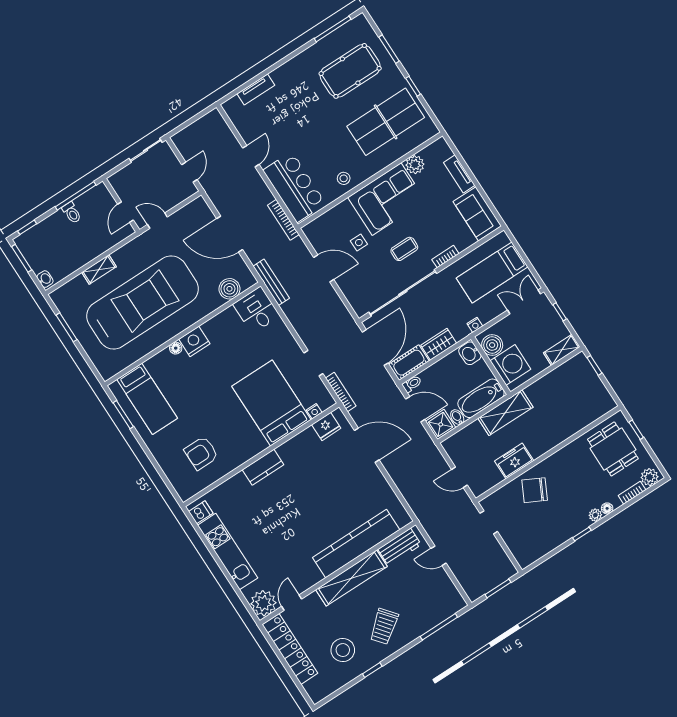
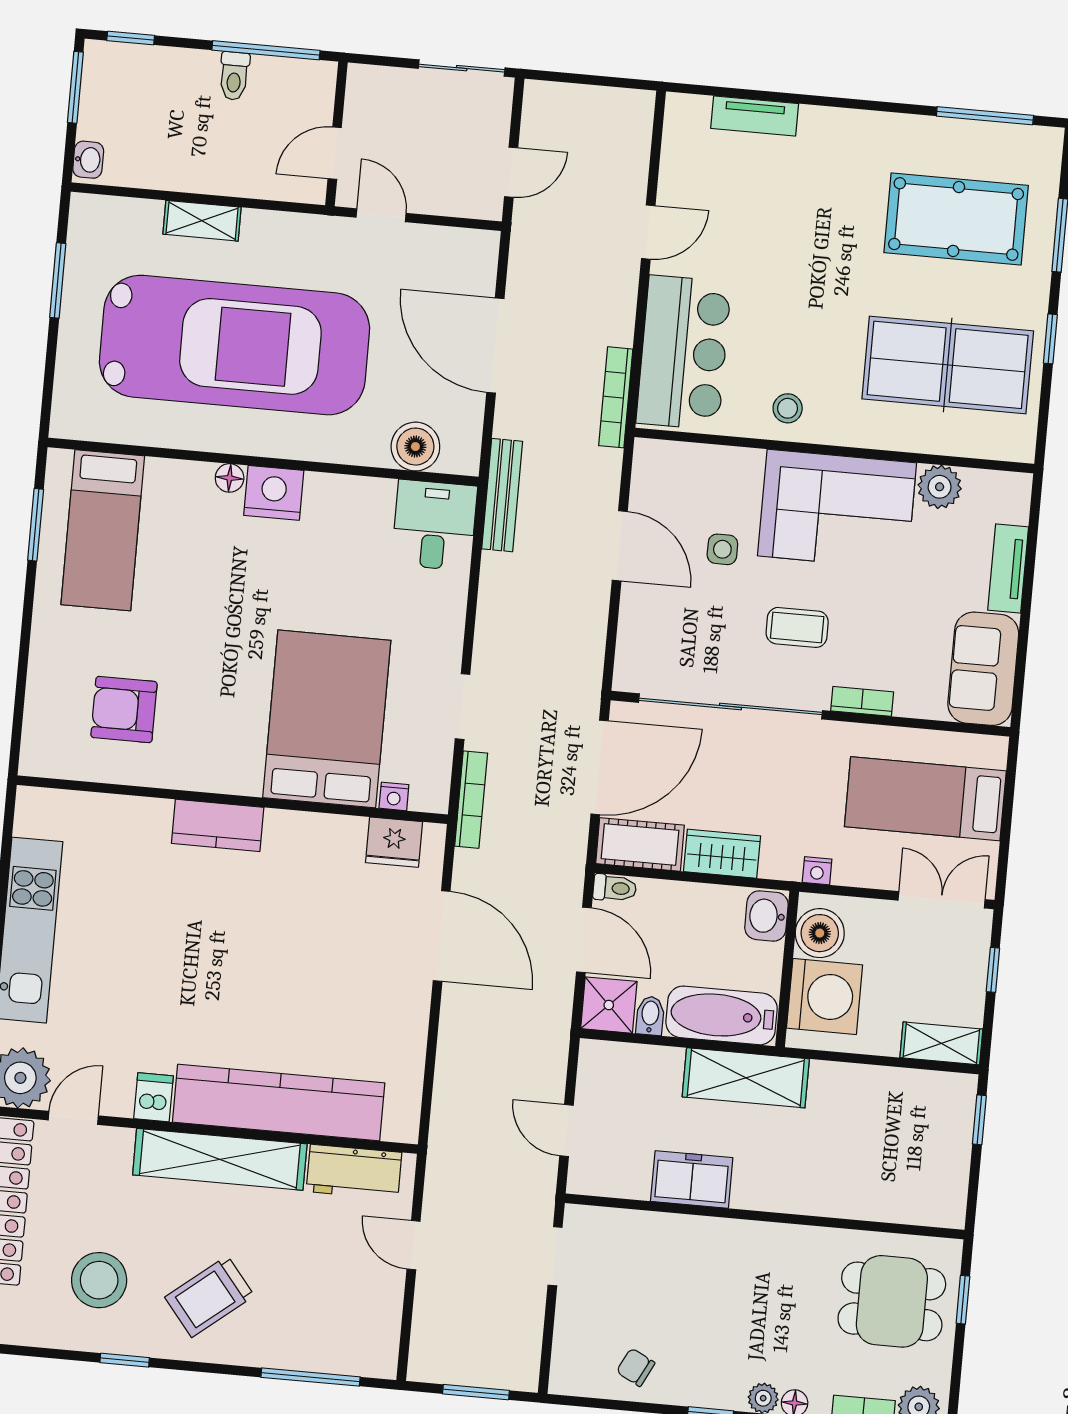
dining table: (613, 449) -> (892, 1301), turned 90
chair: (535, 490) -> (636, 1367), moved, width x0.54, depth x0.54
dishwasher: (201, 512) -> (154, 1097), moved, turned -90

